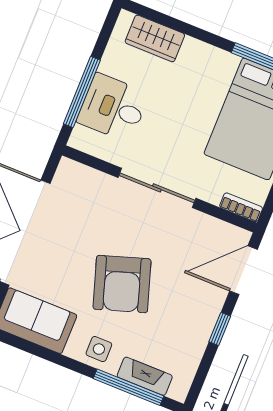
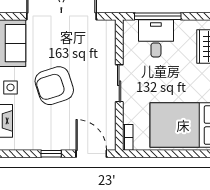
sliding door: (157, 188) -> (119, 83), width x0.73

